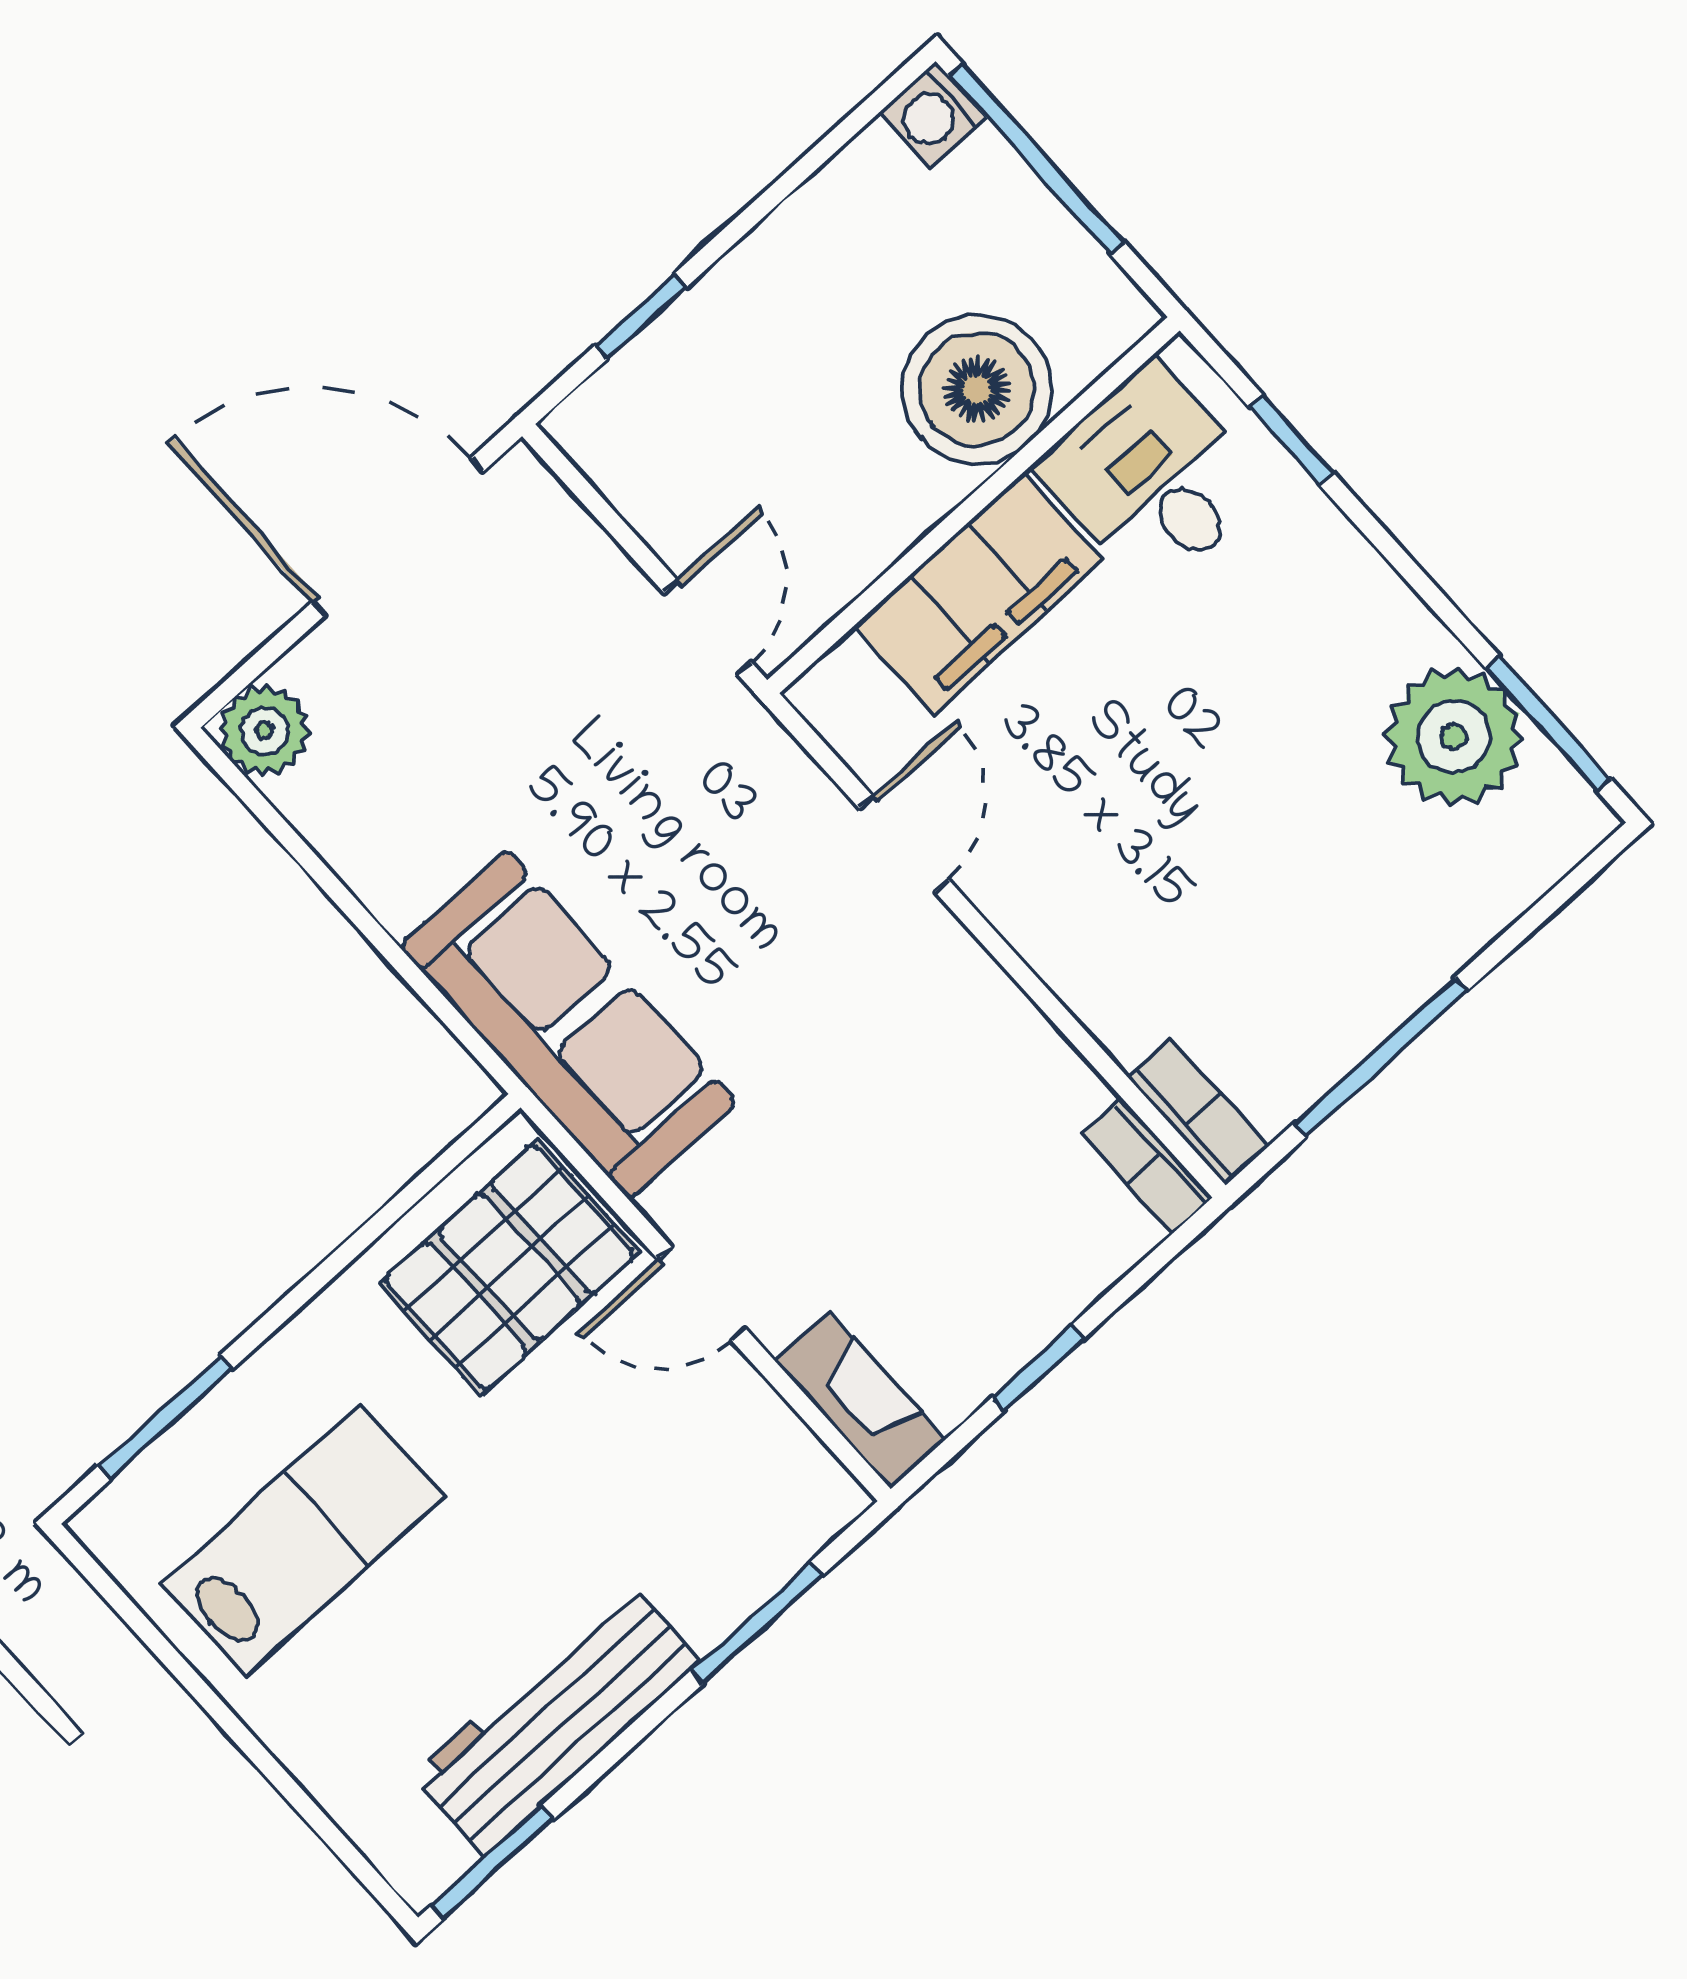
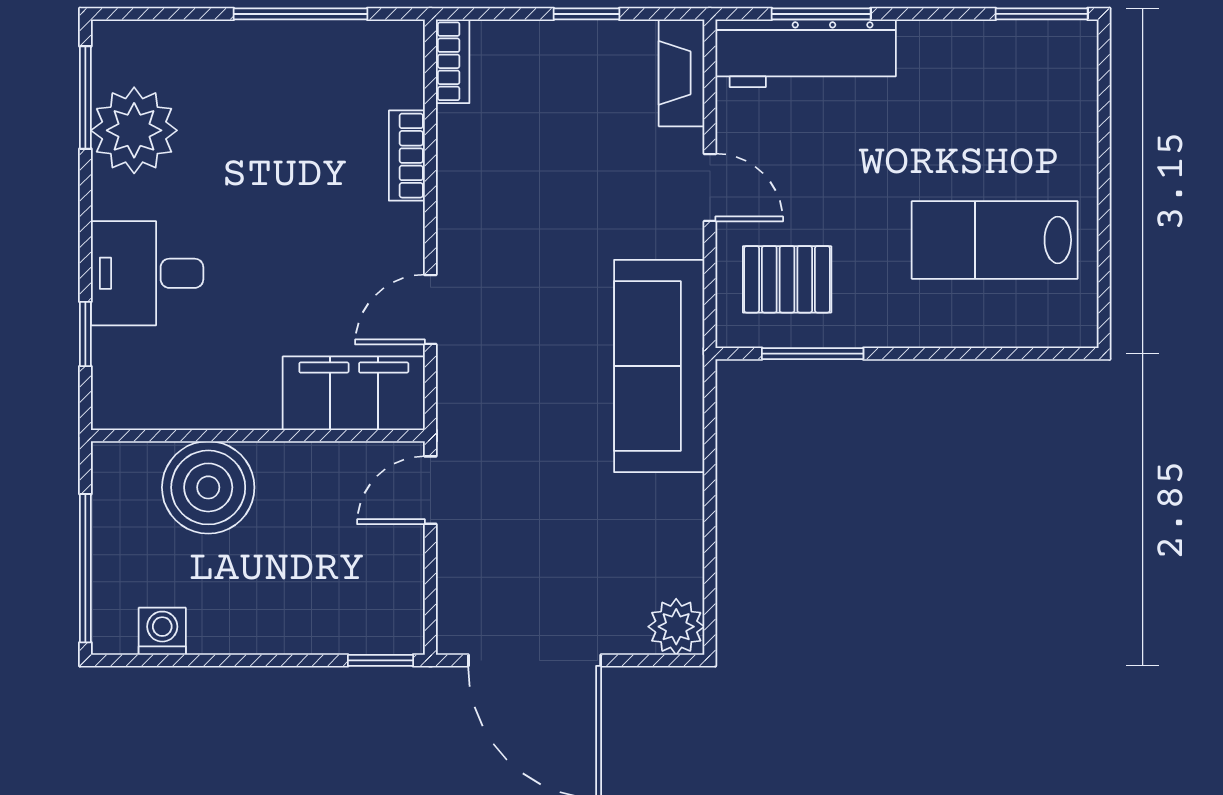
washing machine: (933, 115) -> (162, 631), moved, turned -90
window: (641, 317) -> (381, 660), moved
desk: (1152, 478) -> (147, 273), moved, turned 90
filing cabinet: (978, 593) -> (354, 393), moved
bookcase: (1198, 1112) -> (407, 156), moved
pallet: (509, 1268) -> (787, 279), width x0.67, depth x0.71
window: (166, 1417) -> (813, 354), moved
workbench: (556, 1718) -> (806, 53), moved

